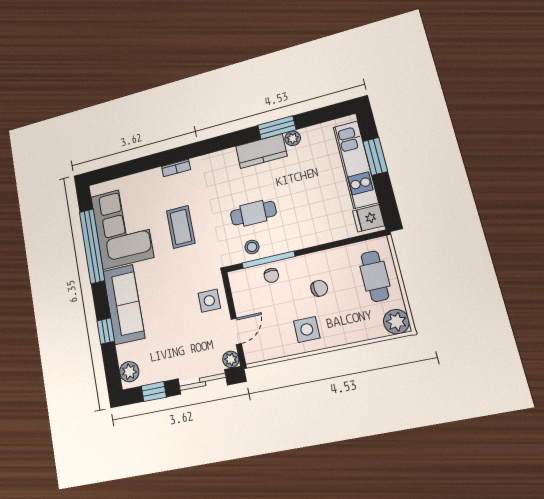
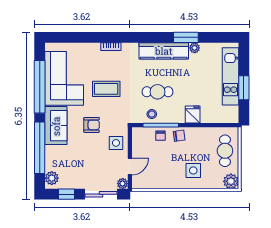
kitchen counter: (261, 151) -> (164, 51), width x1.50
window: (375, 156) -> (244, 88), moved
fridge: (368, 218) -> (193, 114), moved, turned 90
coffee table: (181, 227) -> (106, 89), turned 90
armchair: (170, 282) -> (92, 125), added
chair: (319, 288) -> (179, 136), moved
sofa: (124, 304) -> (56, 126), width x0.73
side table: (307, 329) -> (193, 170), moved
window: (106, 331) -> (40, 148), width x3.17

